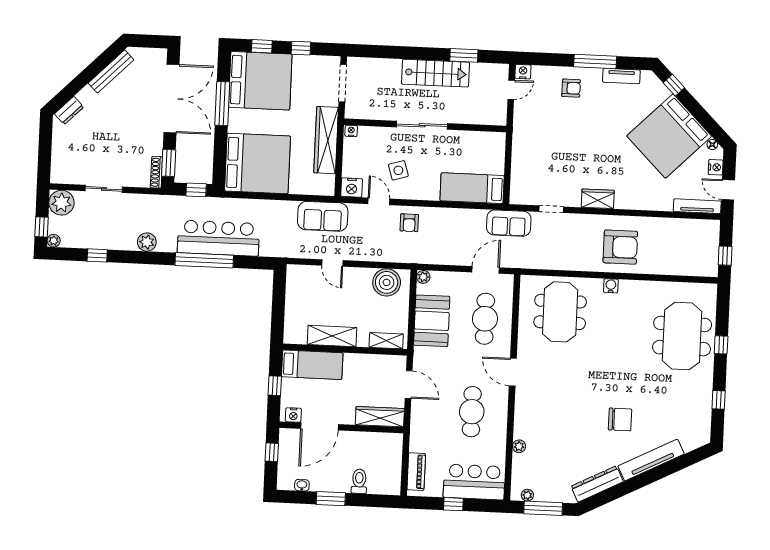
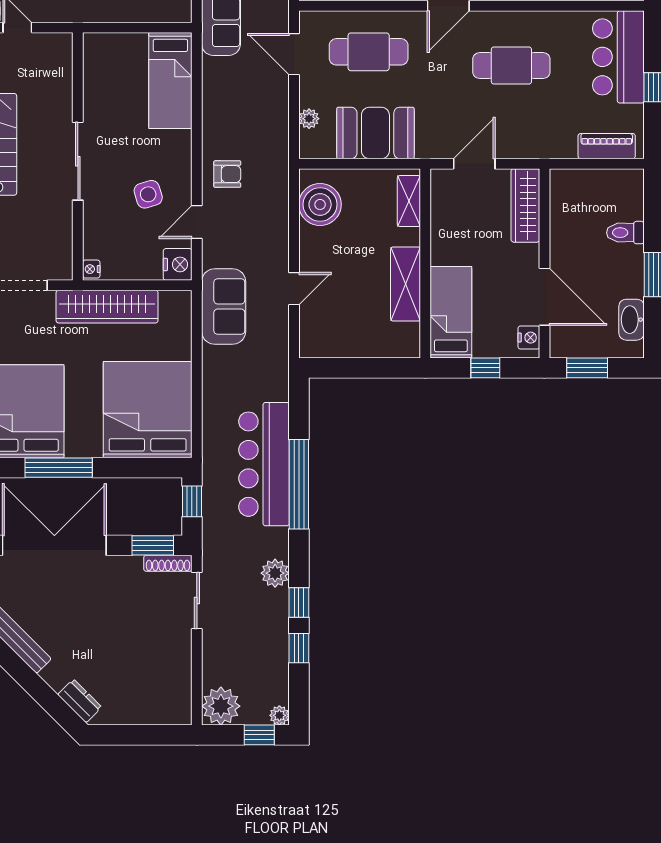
sliding door: (104, 189) -> (197, 600), moved
window: (127, 257) -> (299, 602), added
plant: (423, 277) -> (309, 119), moved
window: (272, 452) -> (587, 368), width x1.50
washbasin: (302, 485) -> (632, 320), width x1.91, depth x1.45

